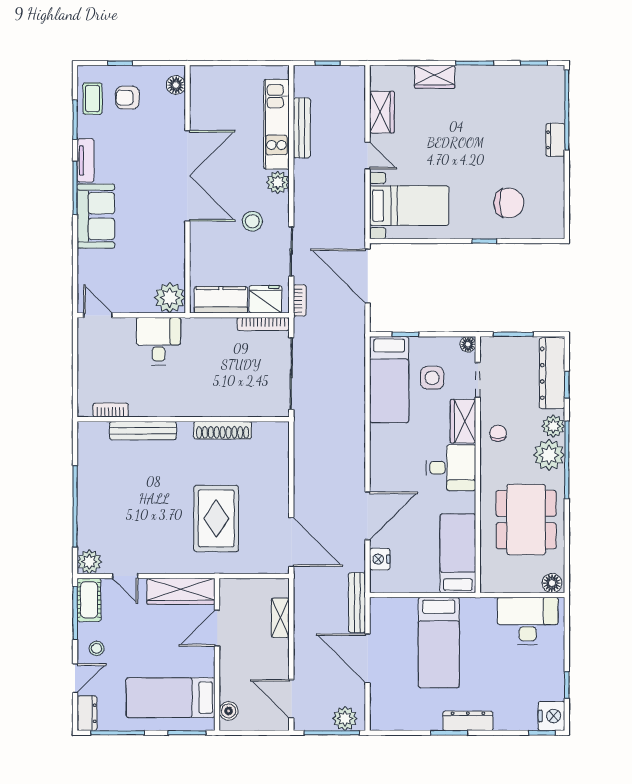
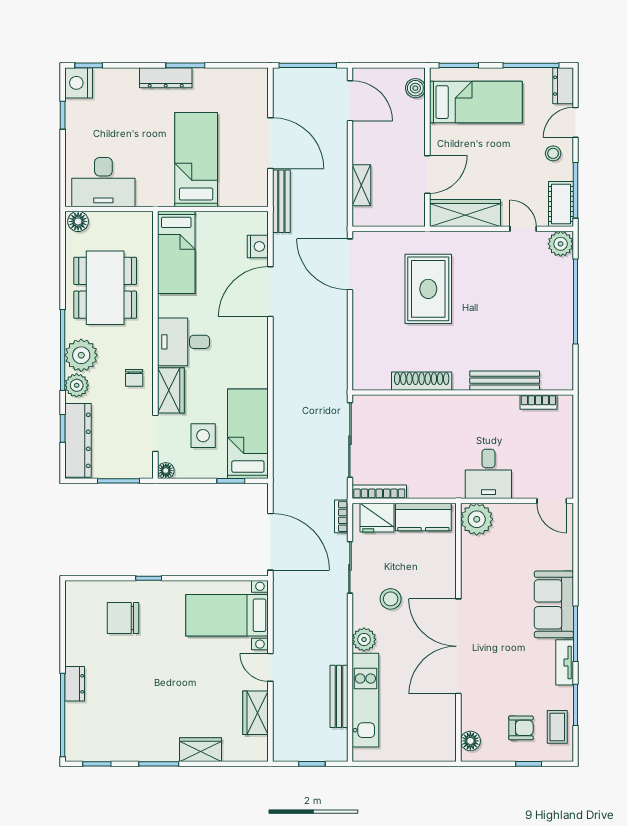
plant: (345, 719) -> (294, 80), removed

